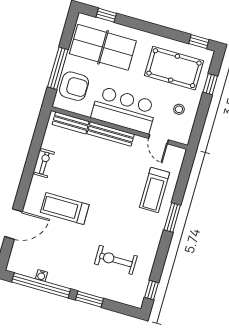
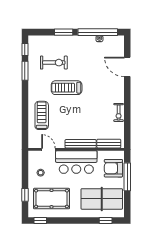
treadmill: (65, 209) -> (67, 88), moved, turned 180
window: (172, 217) -> (25, 71), moved
door: (13, 224) -> (127, 67), hinge flipped

